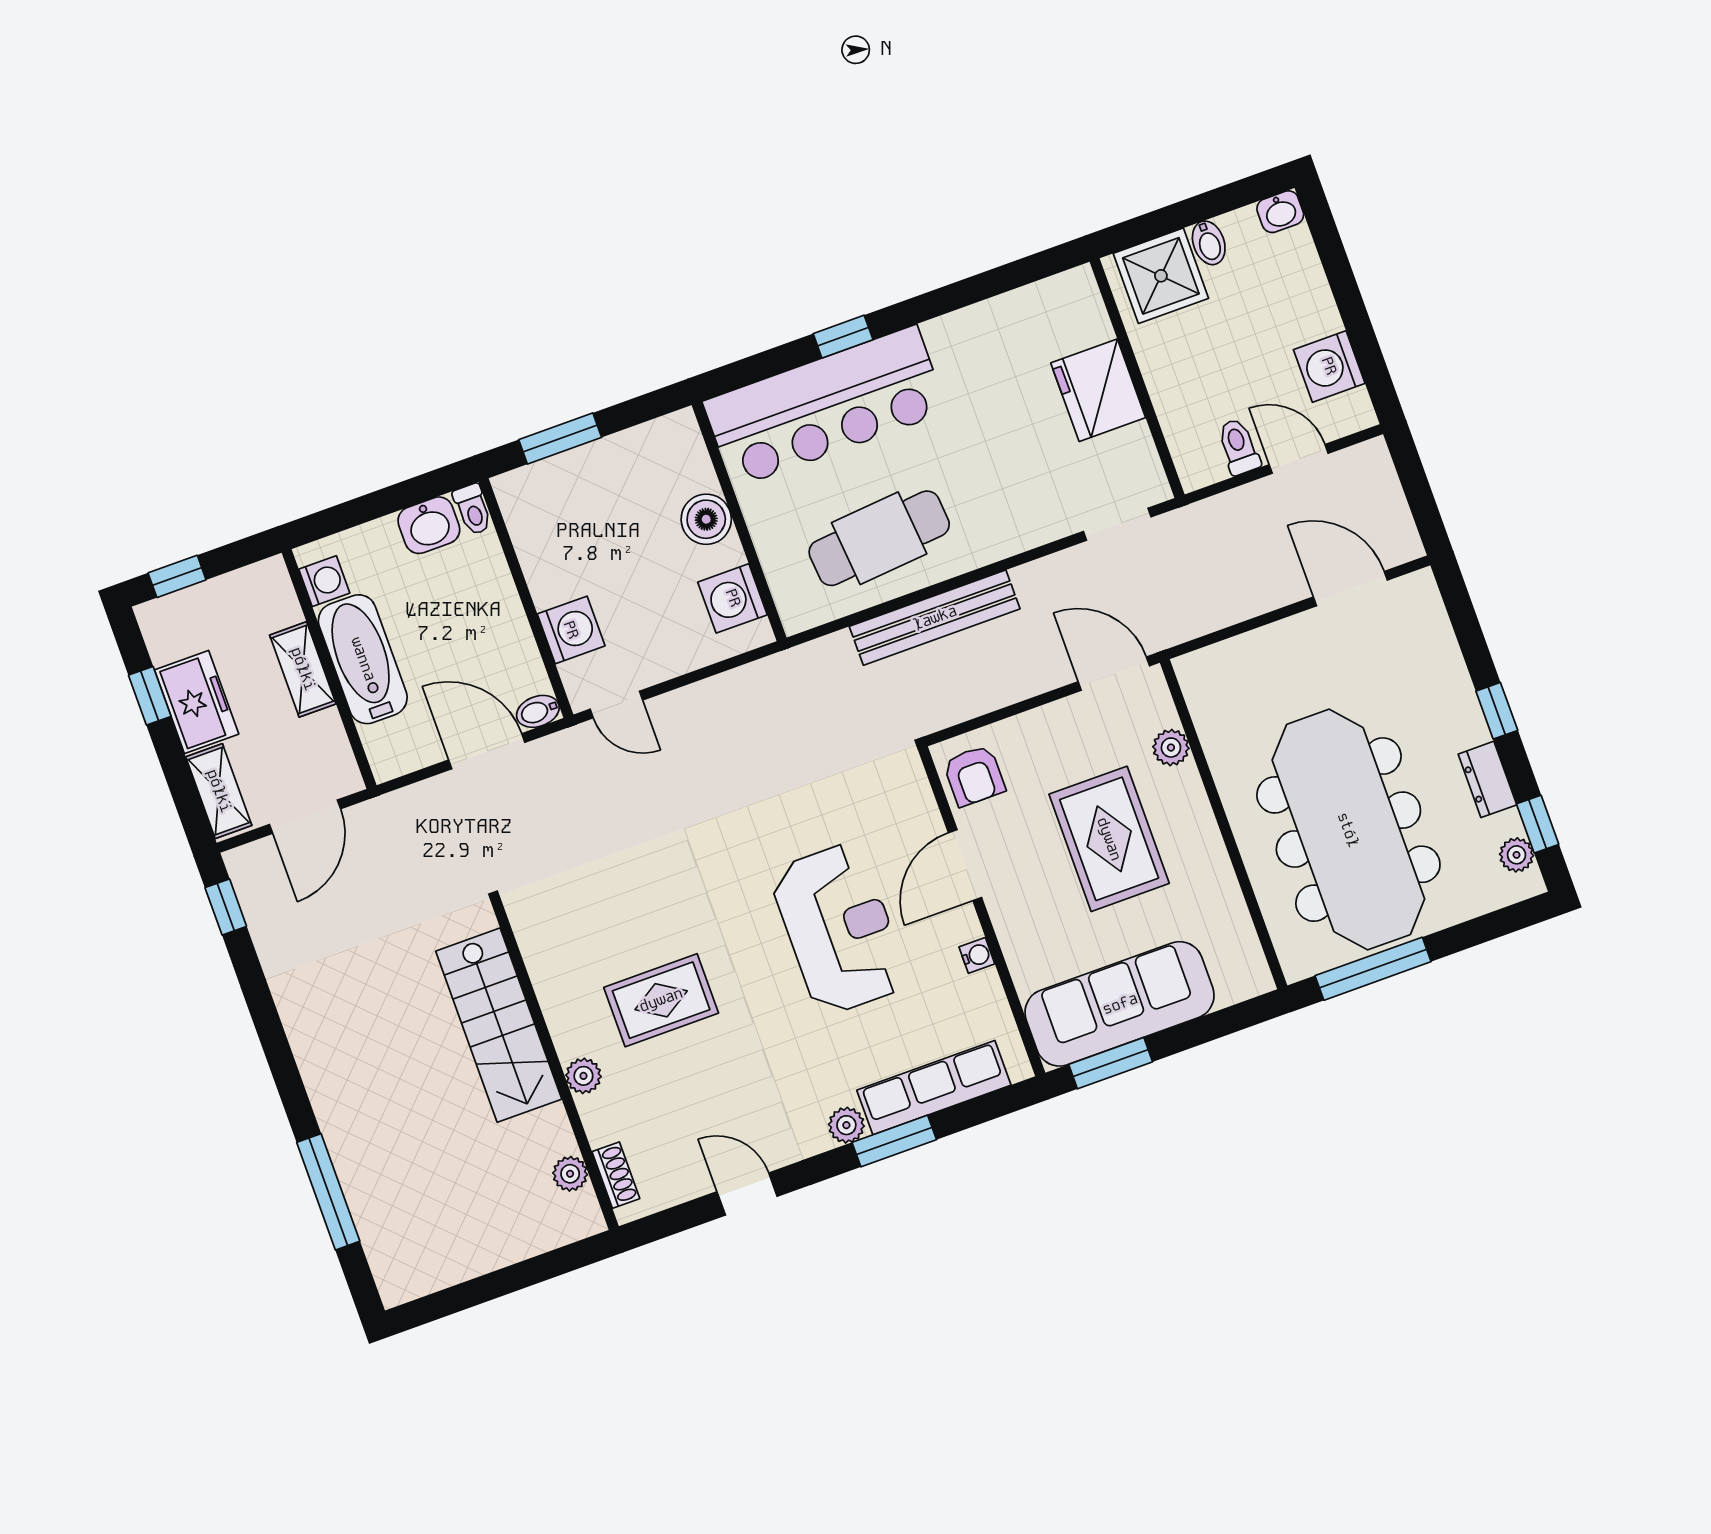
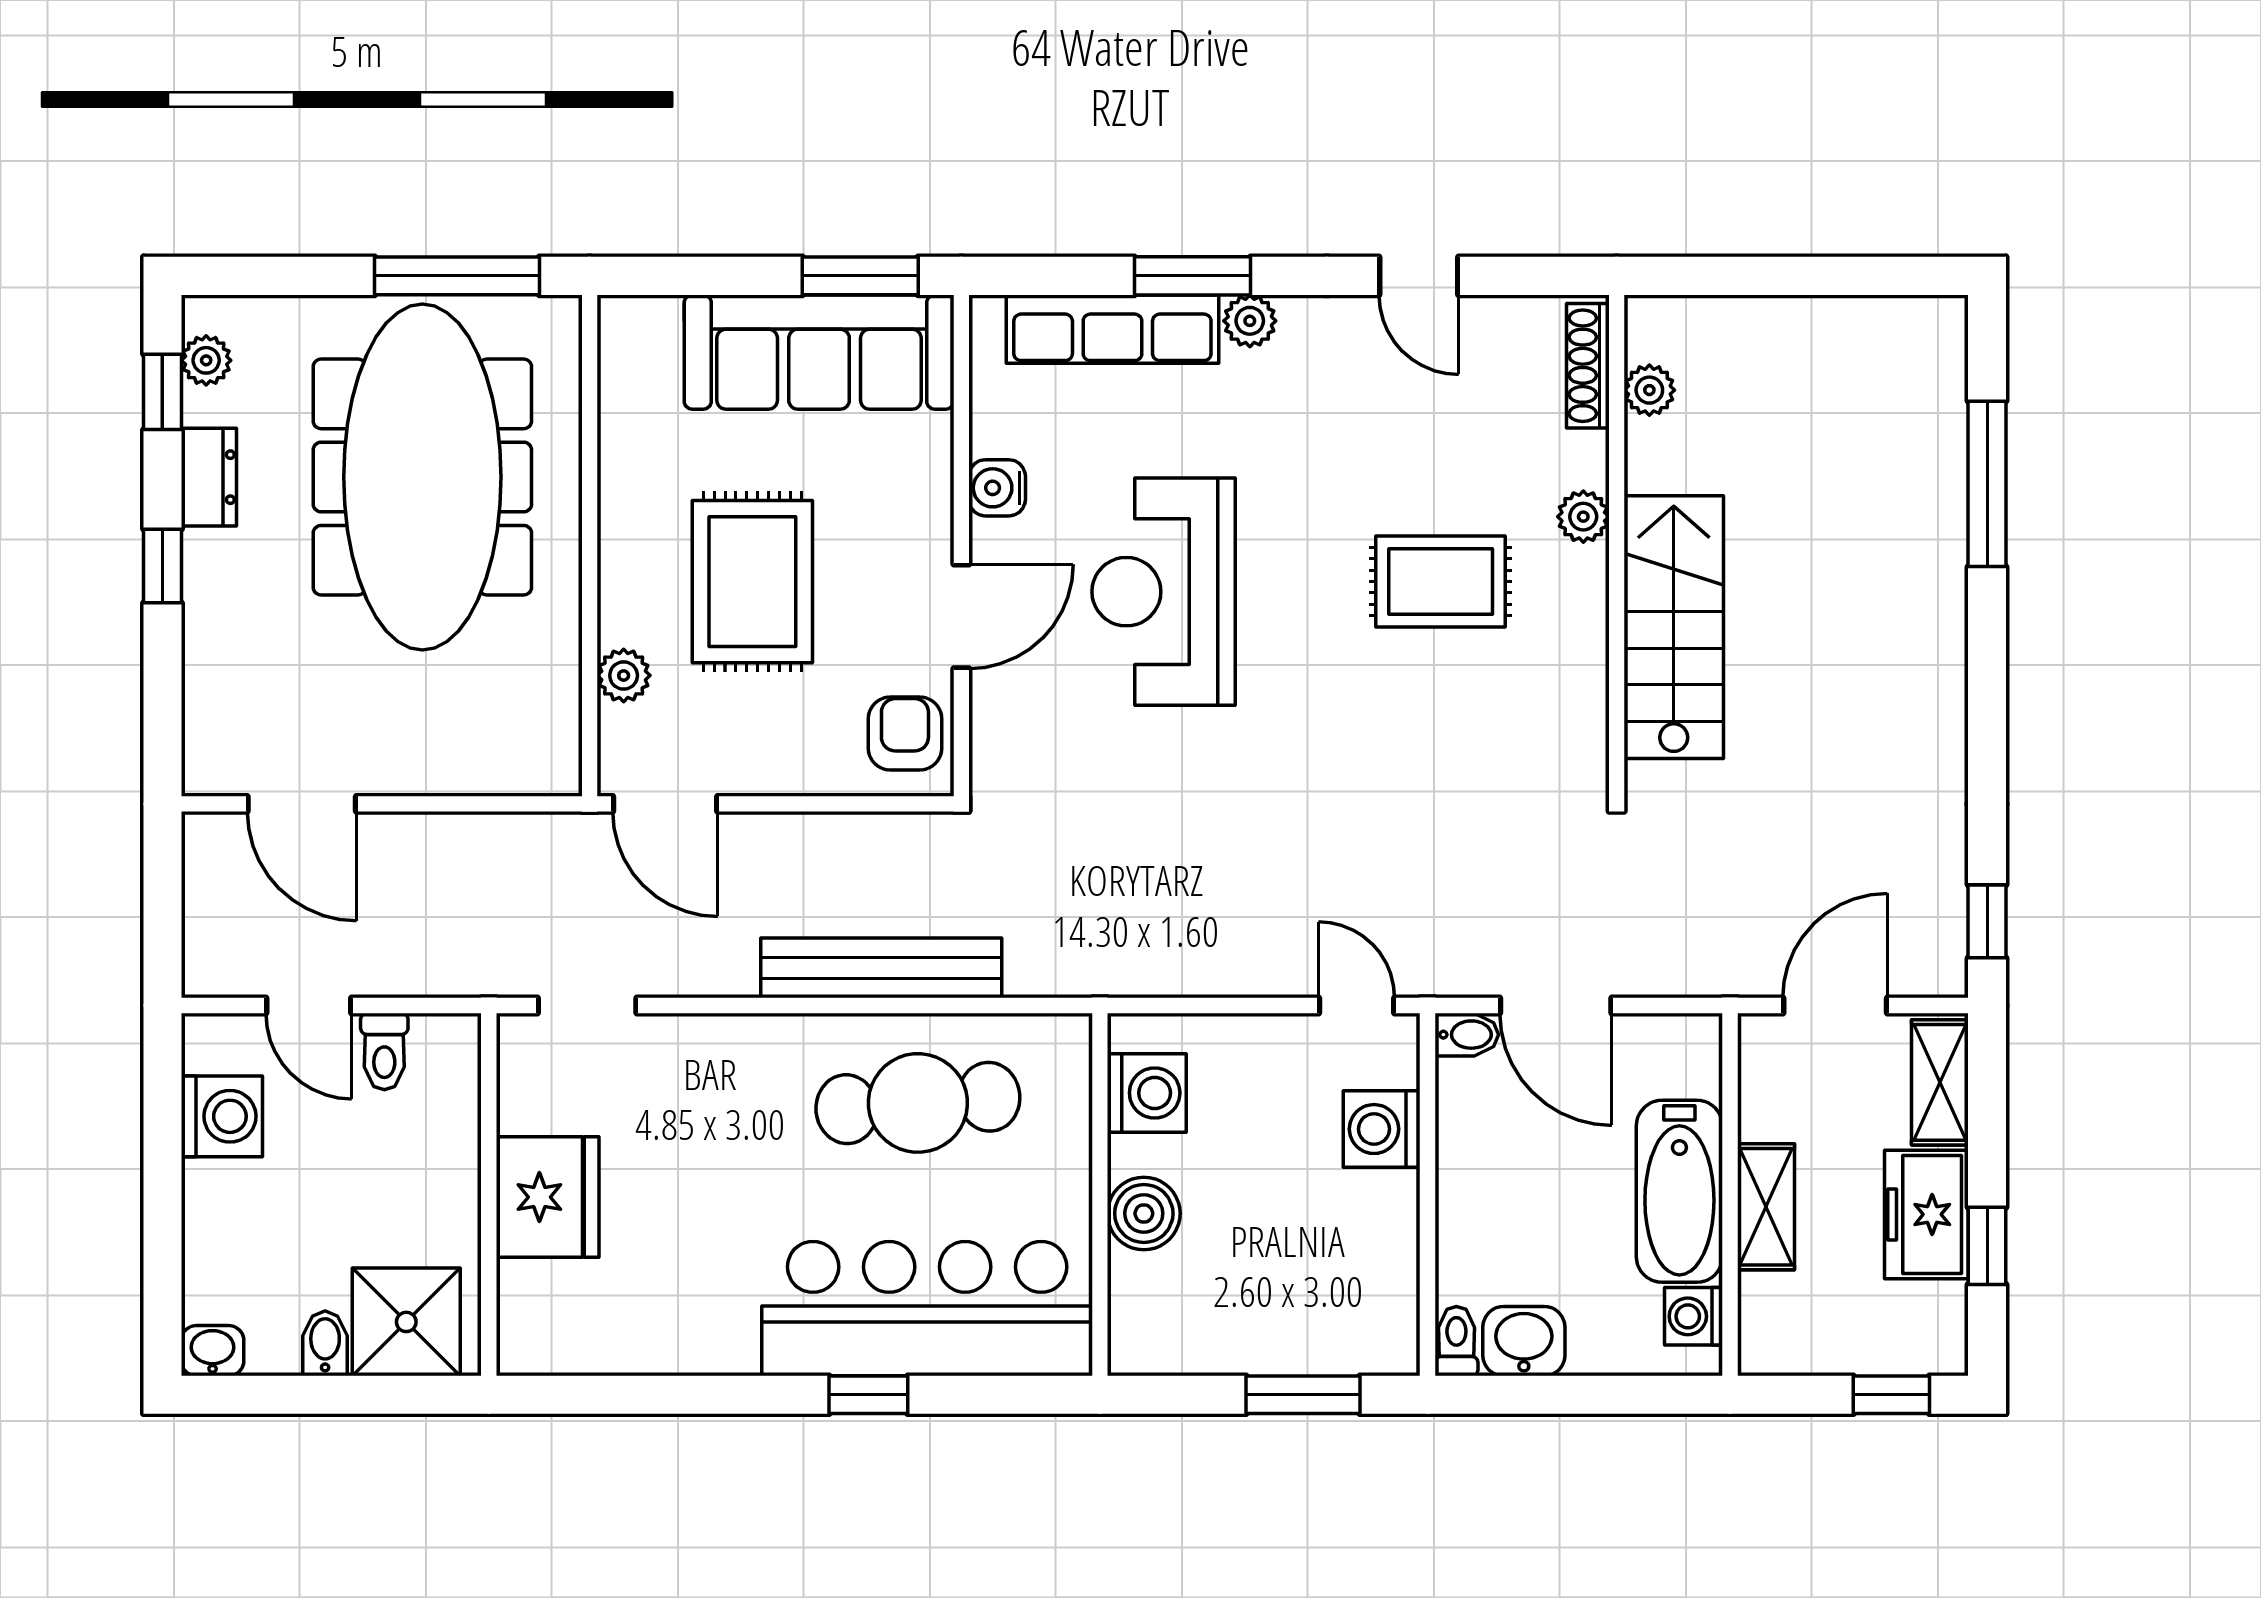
water cooler: (977, 955) -> (997, 488), width x1.38, depth x1.38
shoe rack: (616, 1175) -> (1588, 366), width x1.43

